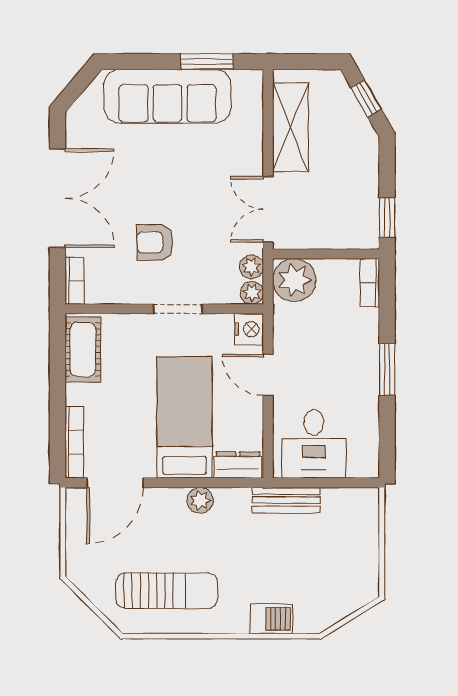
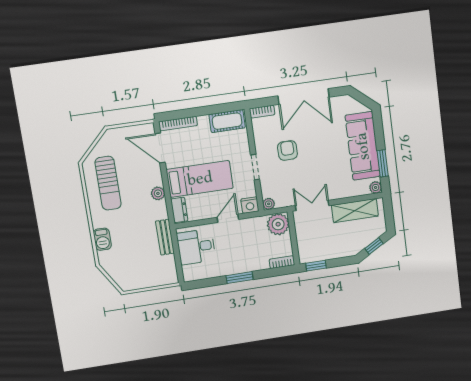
plant: (252, 267) -> (376, 187), moved

